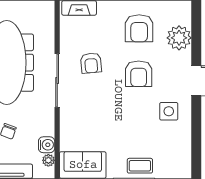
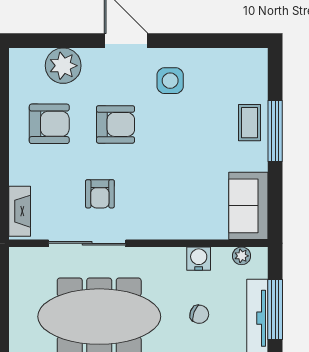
armchair: (91, 63) -> (100, 194), turned 95
sliding door: (57, 80) -> (87, 243), moved
water cooler: (47, 145) -> (199, 259), moved

